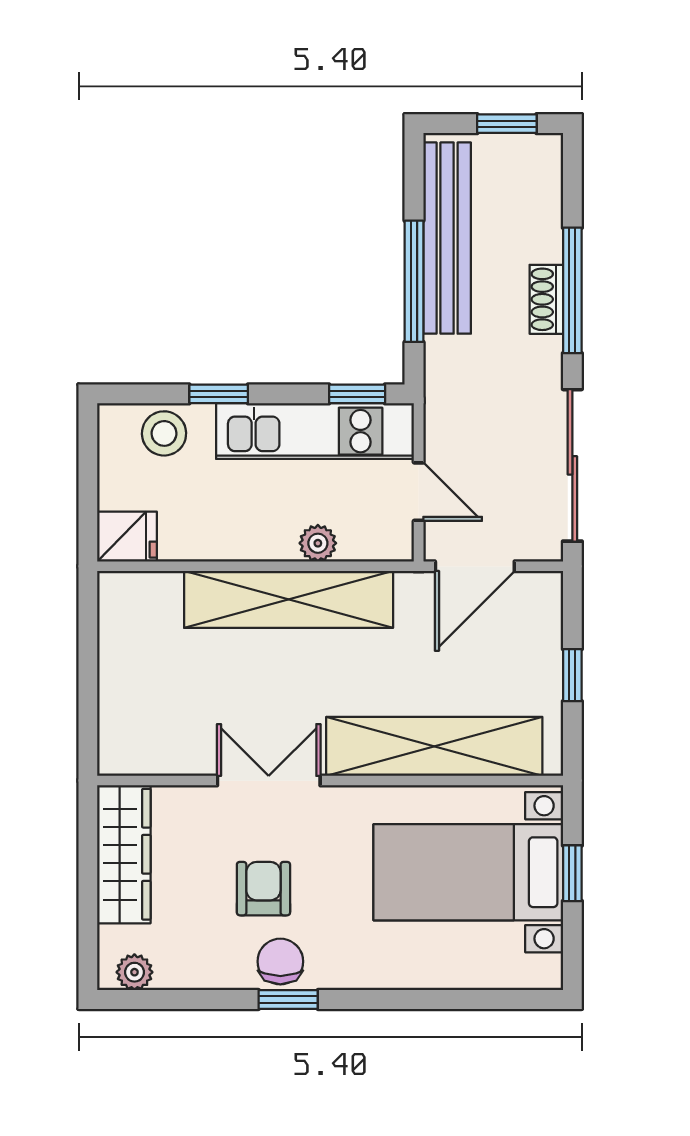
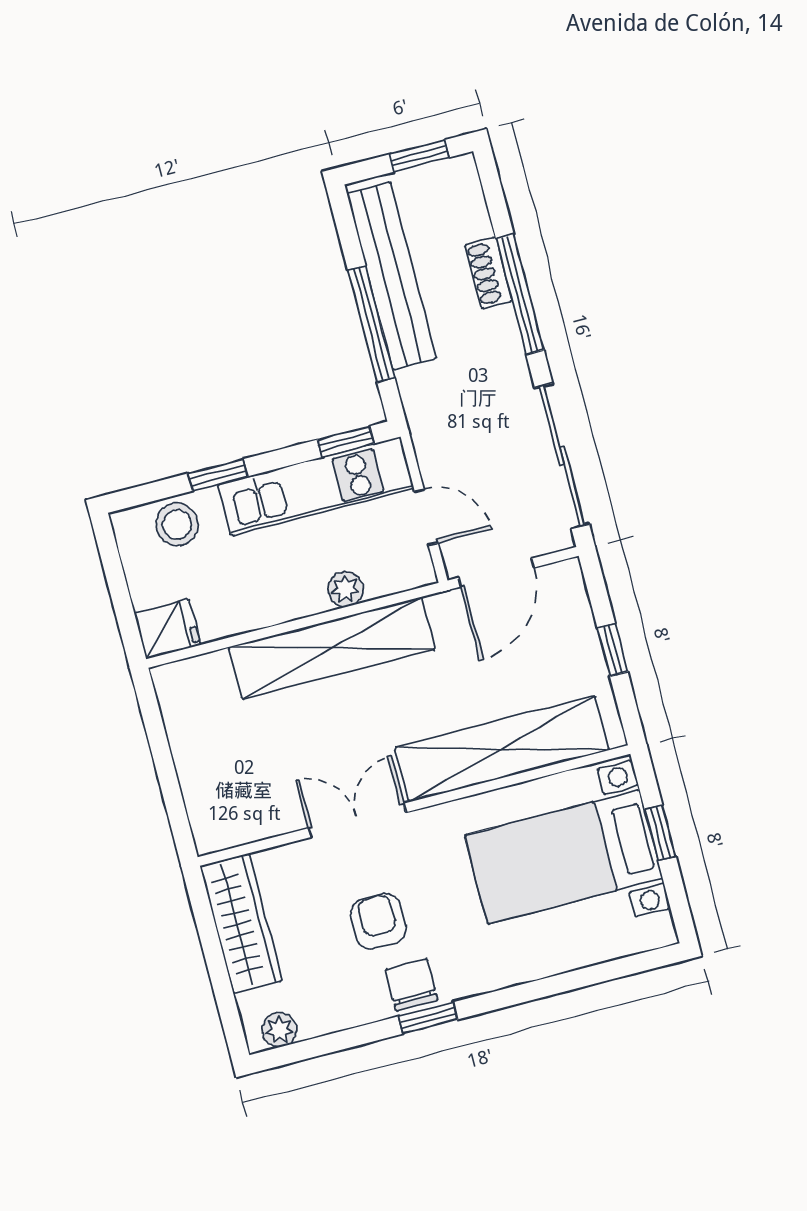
shoe rack: (546, 299) -> (489, 273), moved

